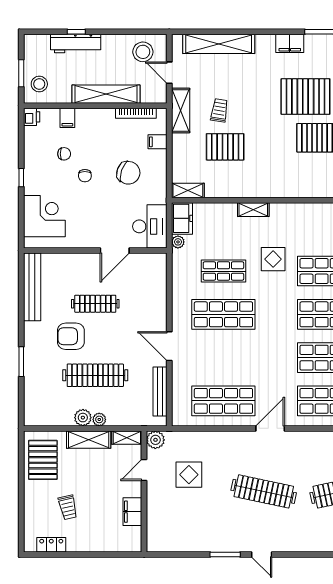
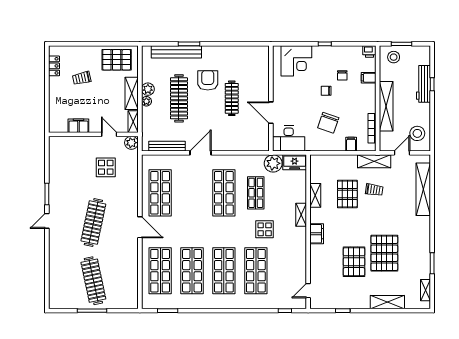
filing cabinet: (290, 43) -> (317, 234), moved, turned 180
shelving: (188, 190) -> (315, 195), moved
plant: (178, 242) -> (273, 163), width x1.88, depth x1.88
bench: (32, 287) -> (176, 52), moved

